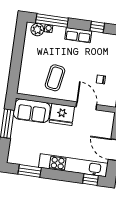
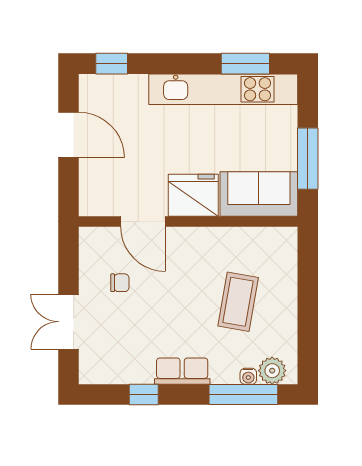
coffee table: (55, 78) -> (238, 302), moved
kitchen unit: (73, 165) -> (223, 89), moved

